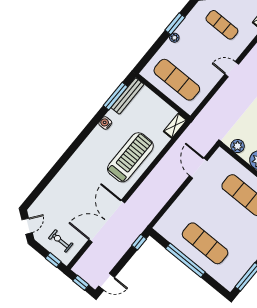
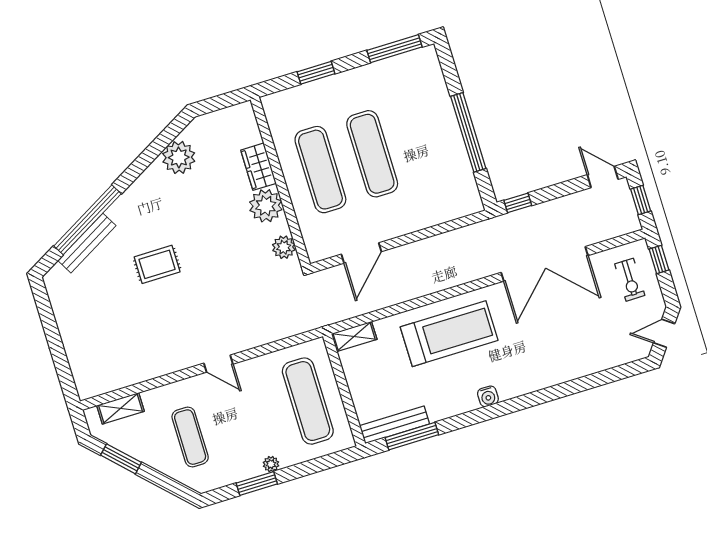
water cooler: (105, 123) -> (488, 396), moved
treadmill: (130, 157) -> (449, 334), turned 180
exercise mat: (205, 243) -> (372, 154), moved

